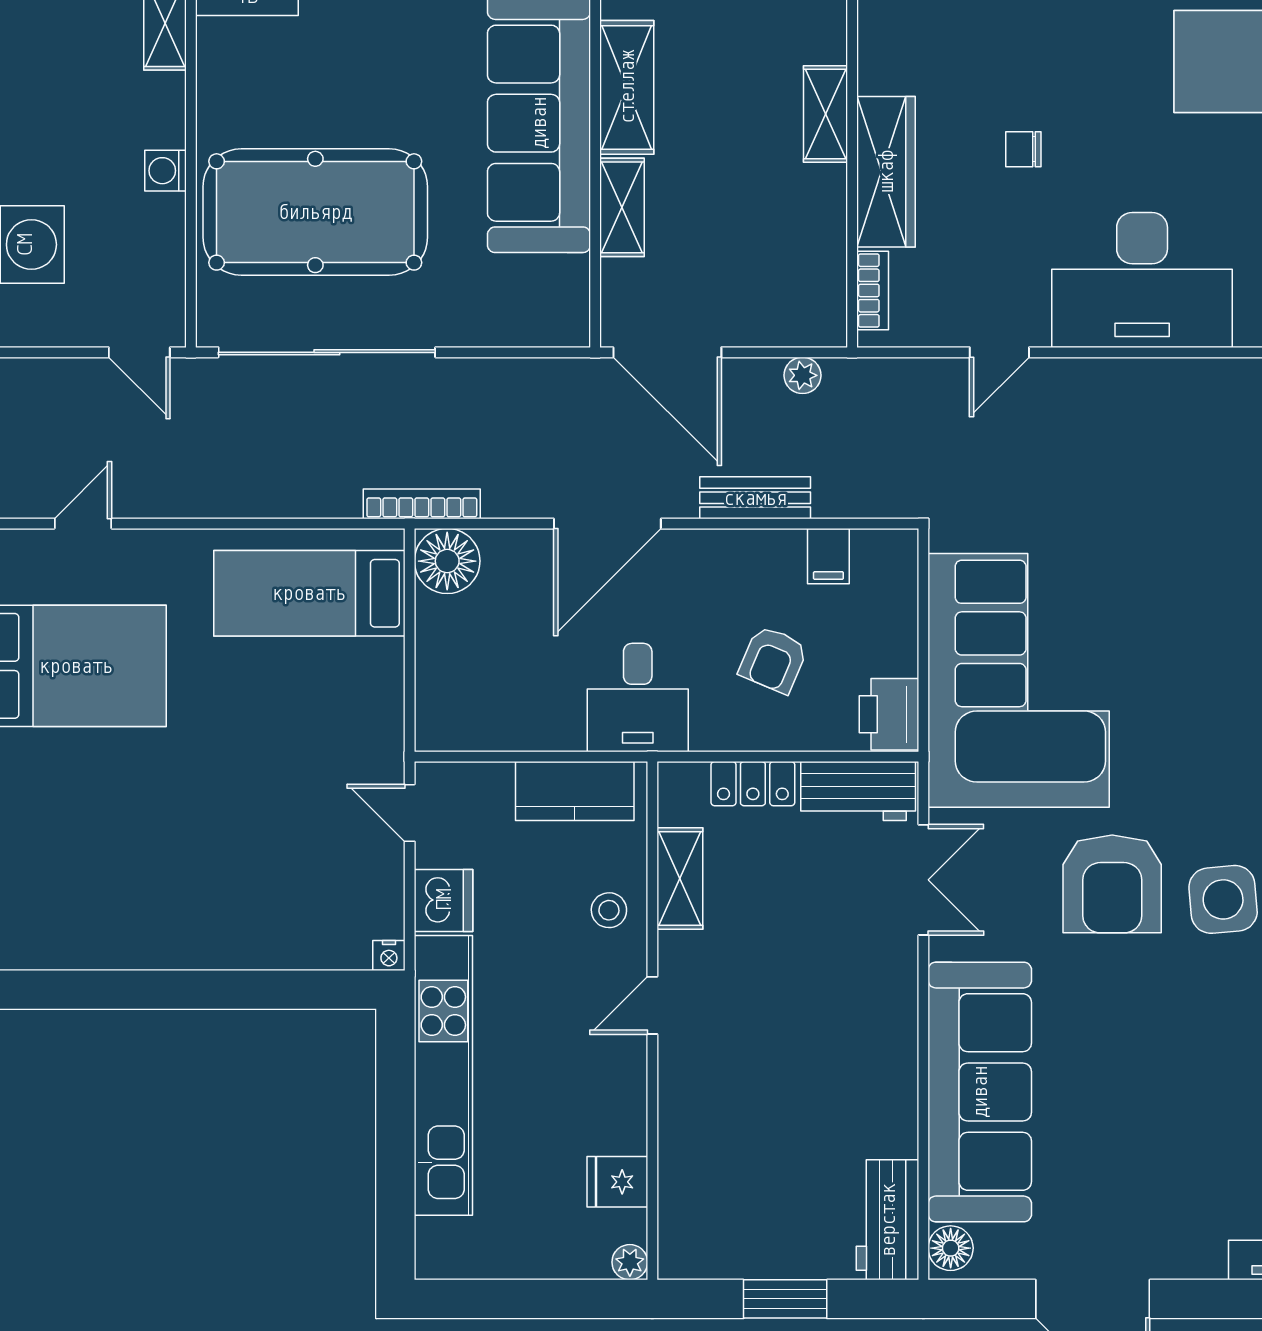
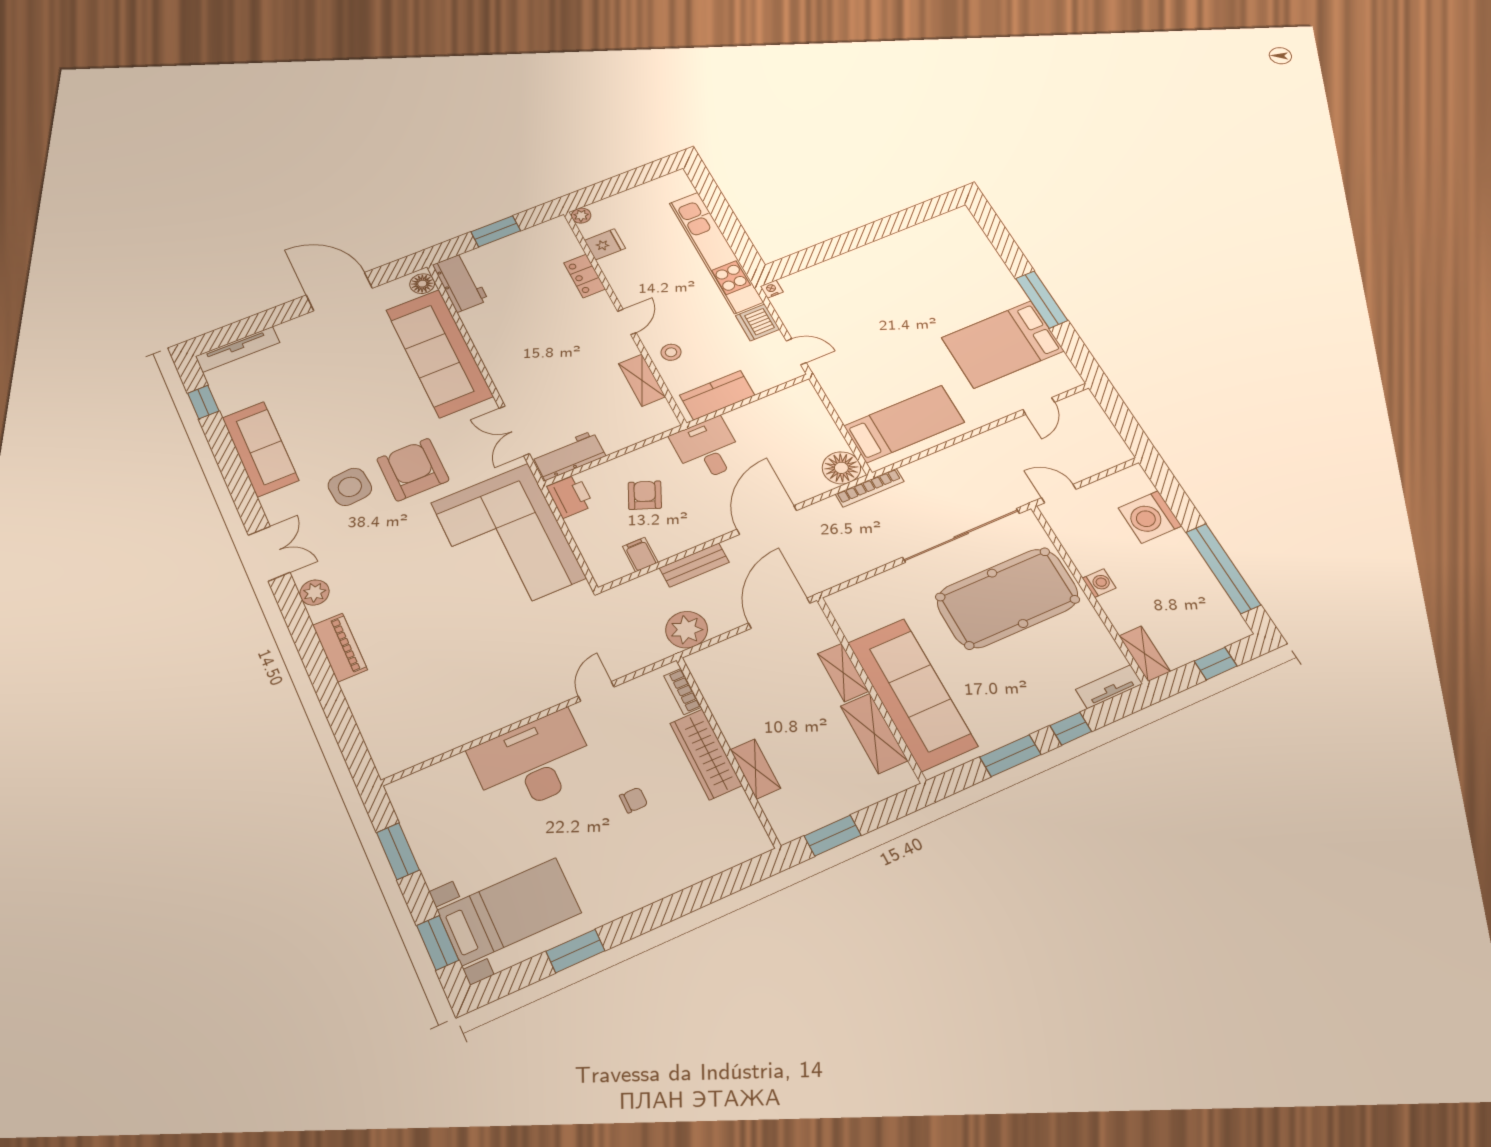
door: (667, 352) -> (779, 613), hinge flipped
plant: (803, 375) -> (687, 630), width x1.88, depth x1.88
locker: (753, 784) -> (585, 276), moved, turned -90

